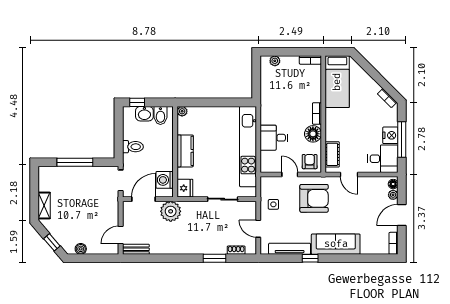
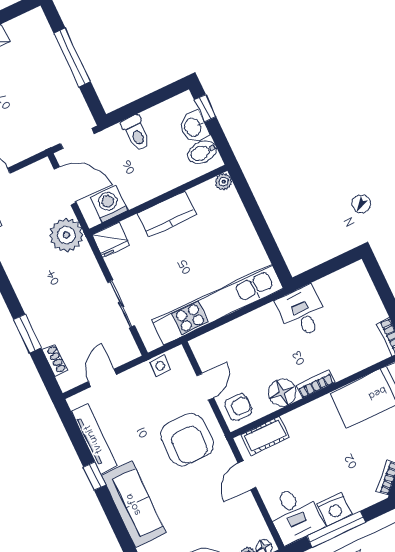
plant: (275, 61) -> (364, 284), removed
desk: (274, 138) -> (302, 312), moved
side table: (273, 204) -> (160, 366), moved

